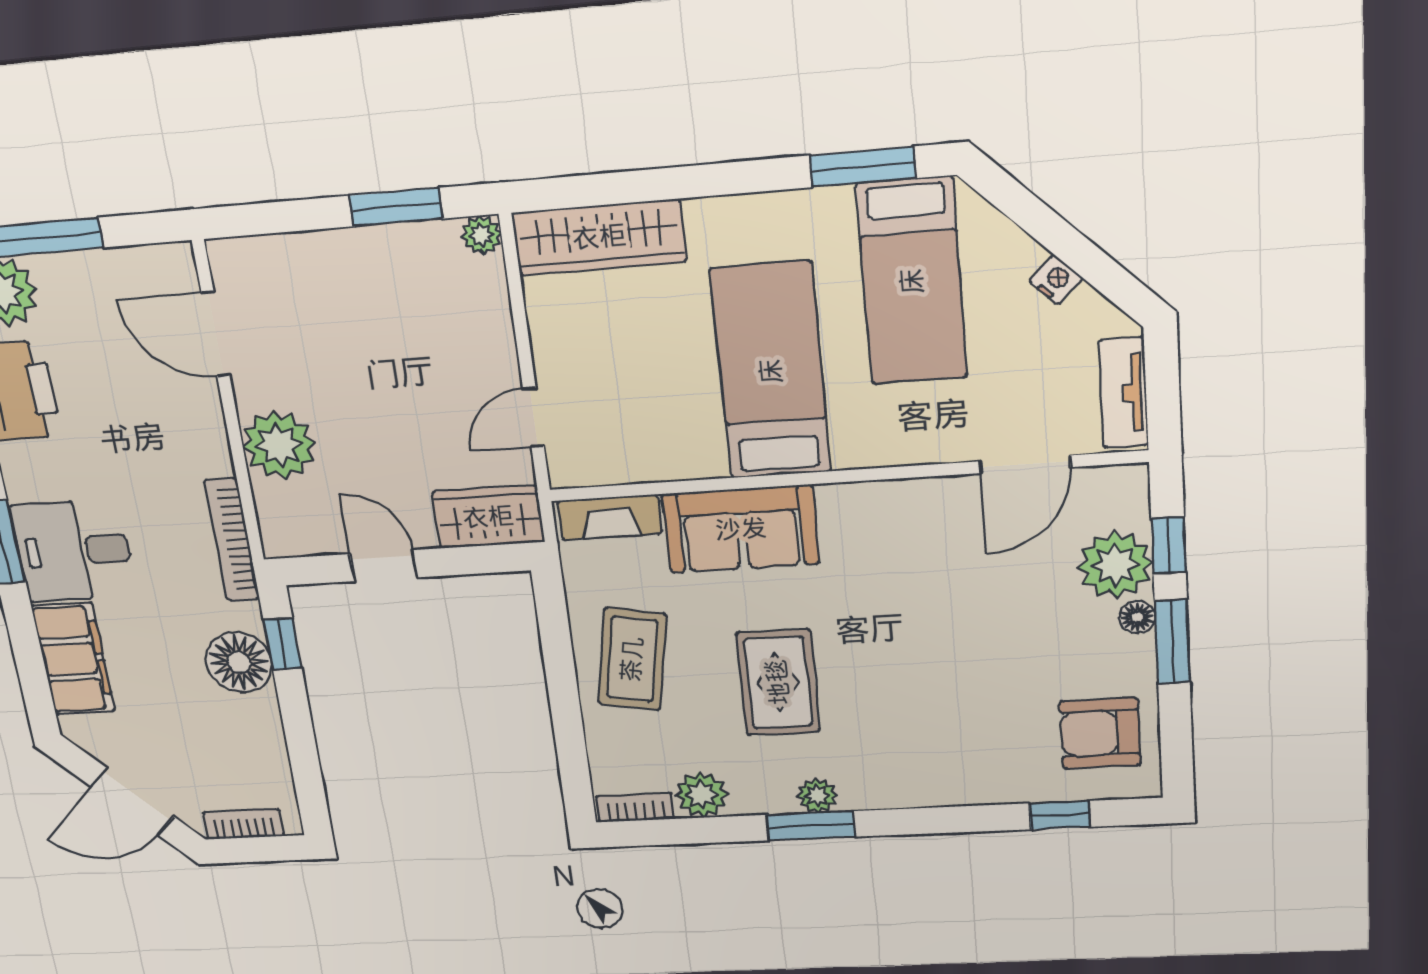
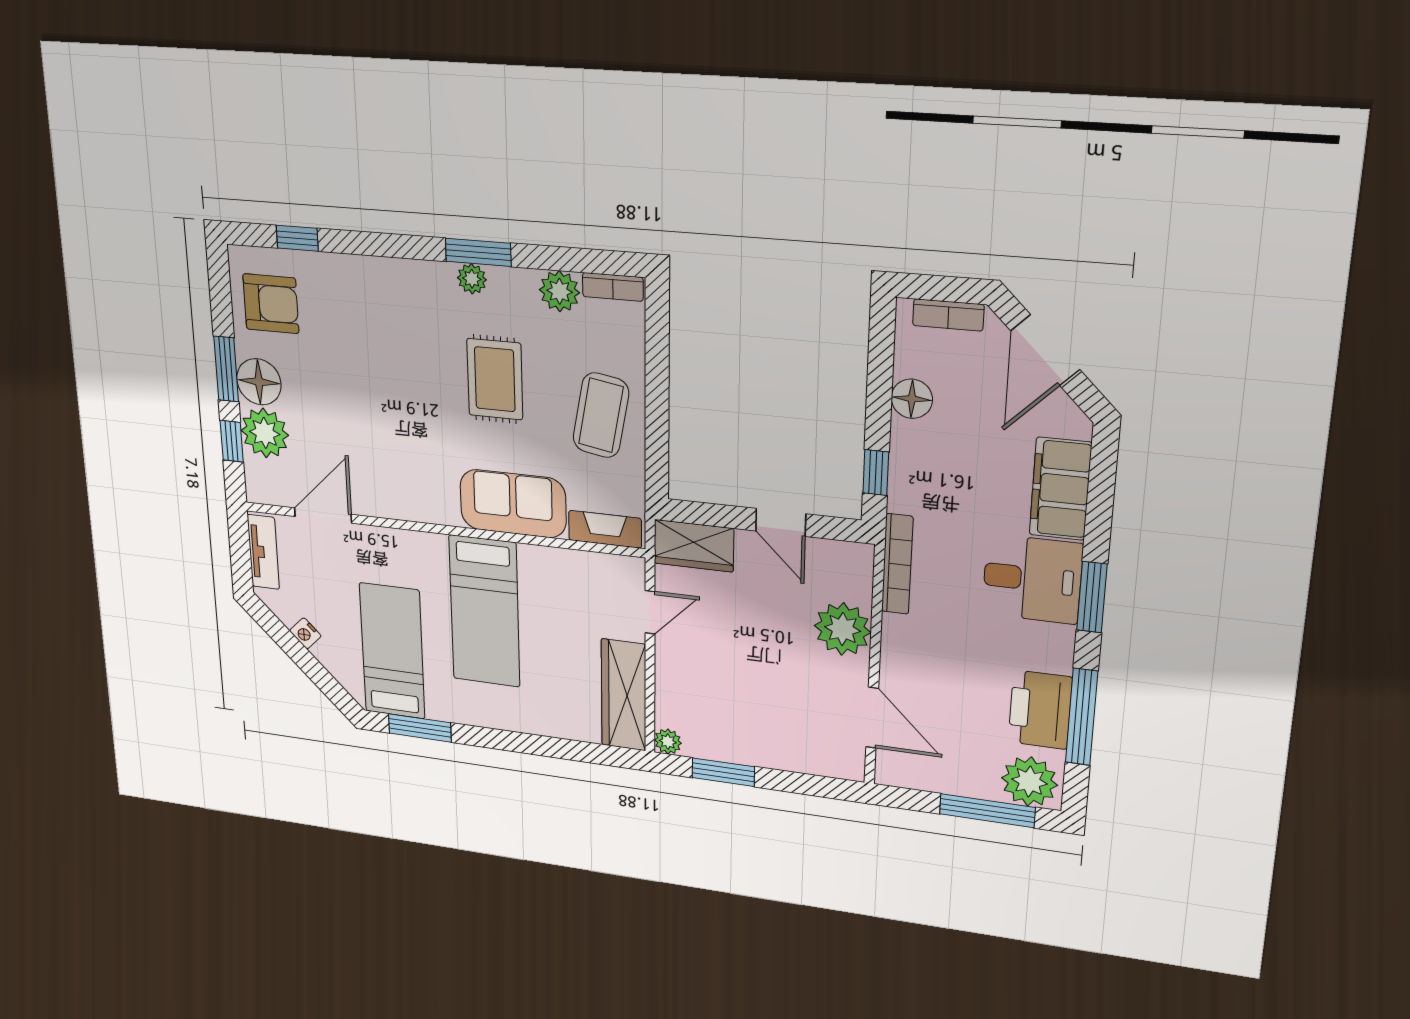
wardrobe: (599, 237) -> (624, 695), moved, turned -90
floor lamp: (1137, 617) -> (259, 382), width x1.89, depth x1.89
floor lamp: (239, 662) -> (912, 399), moved, width x0.73, depth x0.73
door: (133, 802) -> (1045, 350), swing flipped

